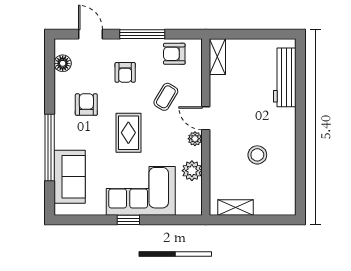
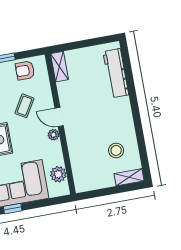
stool: (257, 155) -> (116, 150), moved
plant: (192, 171) -> (58, 174), moved
shelving: (235, 208) -> (129, 177), moved

